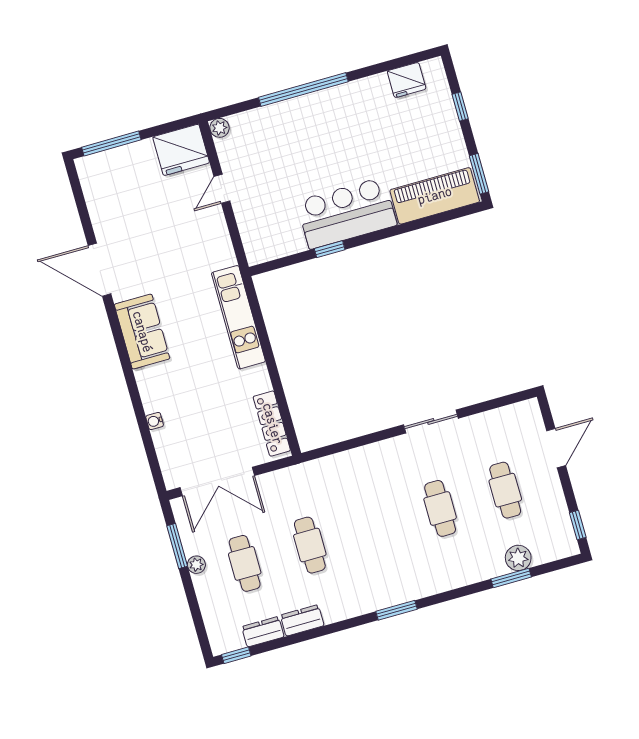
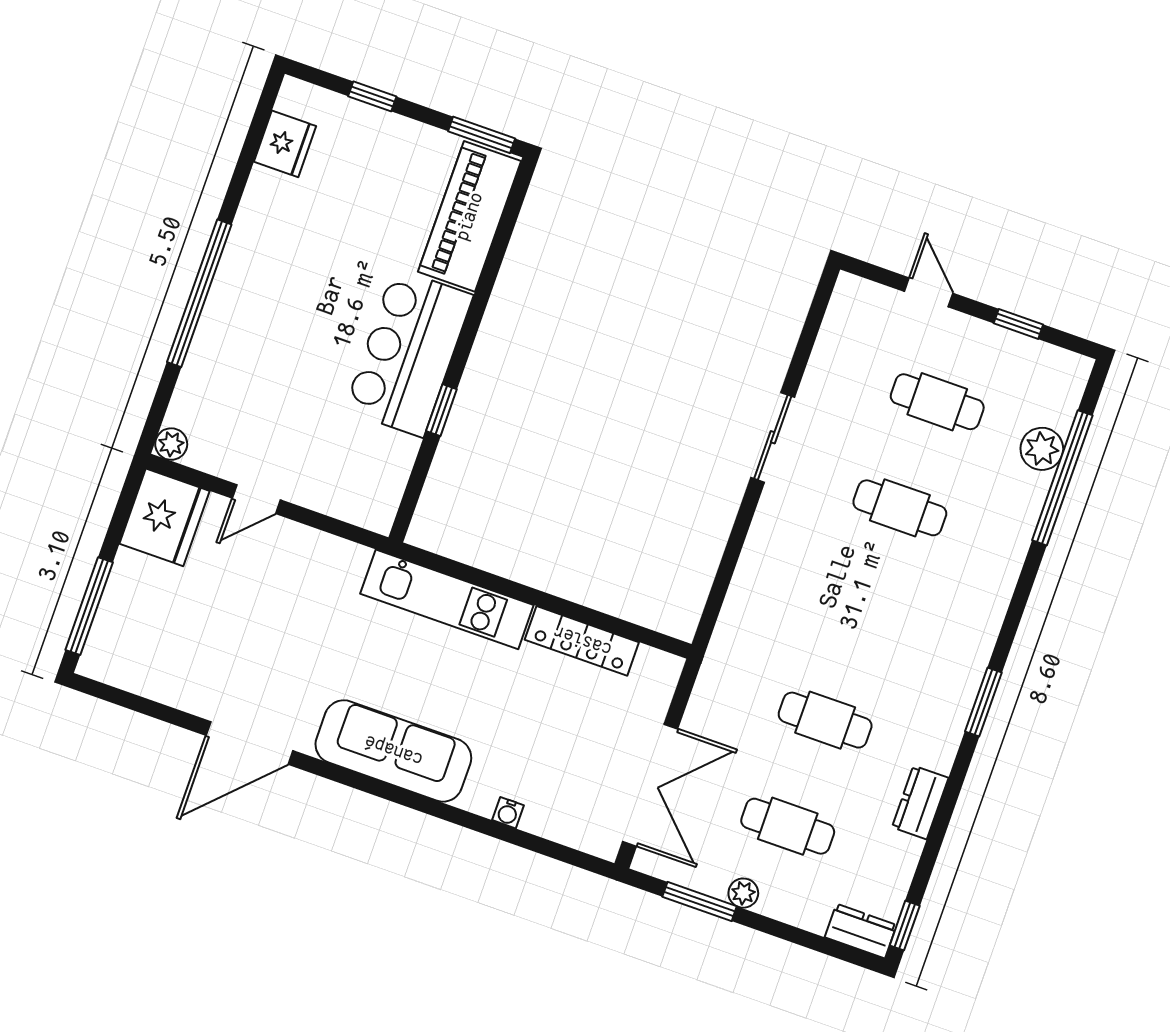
door: (222, 189) -> (256, 499), hinge flipped
sofa: (142, 332) -> (393, 751), width x1.36
locker: (272, 424) -> (582, 641), moved
door: (556, 448) -> (929, 292), width x0.73
window: (578, 525) -> (1018, 324), moved
window: (511, 578) -> (1062, 478), width x2.11
window: (396, 610) -> (983, 702), moved
dresser: (263, 632) -> (861, 931), moved, turned 90

